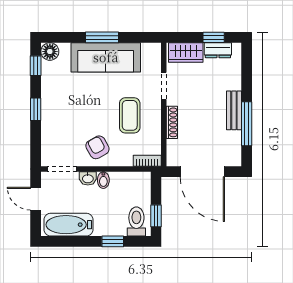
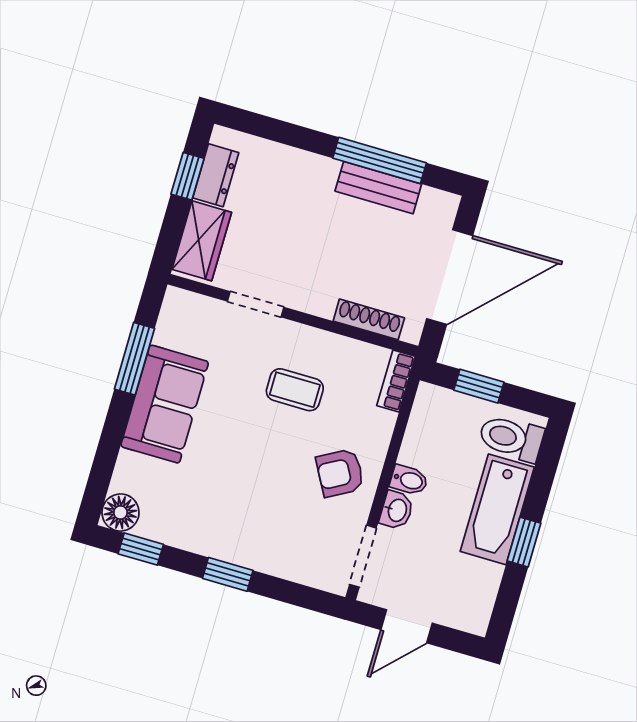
window: (102, 37) -> (134, 359), moved
sofa: (106, 57) -> (165, 404), width x0.73
bench: (234, 110) -> (378, 188), moved
coffee table: (130, 115) -> (295, 390), width x0.73, depth x0.77
shoe rack: (172, 122) -> (369, 319), moved
window: (156, 216) -> (479, 386), moved
bathtub: (68, 225) -> (497, 509), moved
window: (113, 241) -> (524, 542), moved

